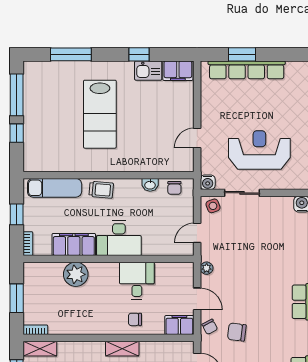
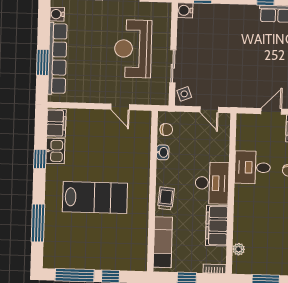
water cooler: (208, 182) -> (57, 14), moved, turned 180
plant: (207, 268) -> (243, 102), removed
plant: (76, 274) -> (239, 249), moved, width x0.53, depth x0.53

